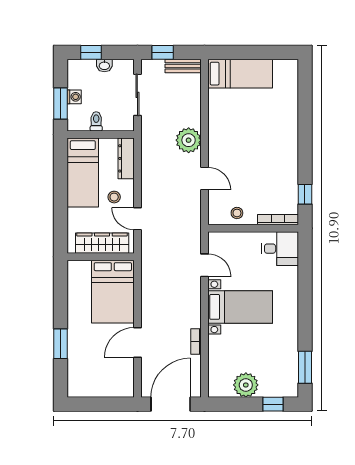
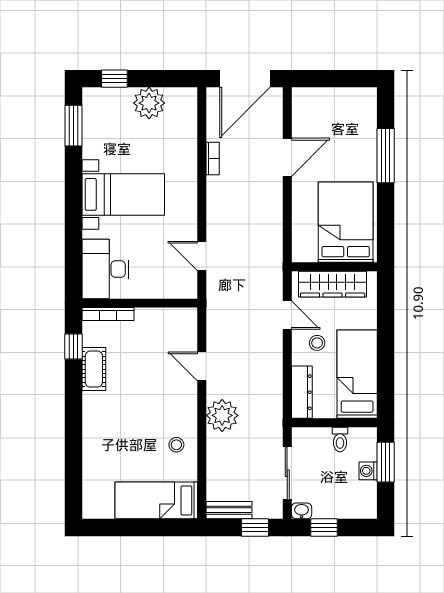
window: (91, 52) -> (324, 527), moved
washbasin: (104, 65) -> (302, 511), moved
cot: (289, 177) -> (94, 369), added
stool: (237, 213) -> (176, 445), moved
desk: (280, 249) -> (105, 269), width x1.37
bed: (113, 292) -> (346, 222), moved
bed with nightstands: (240, 307) -> (123, 194), moved, turned 180
window: (60, 344) -> (386, 156), width x1.44

